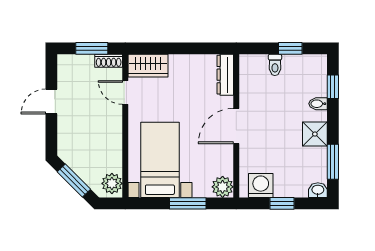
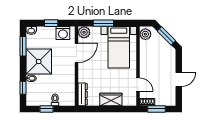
wardrobe: (148, 66) -> (111, 99), moved
door: (236, 126) -> (77, 53), moved
shower: (315, 134) -> (39, 62), width x1.86, depth x1.86

